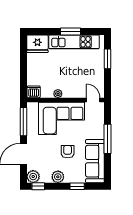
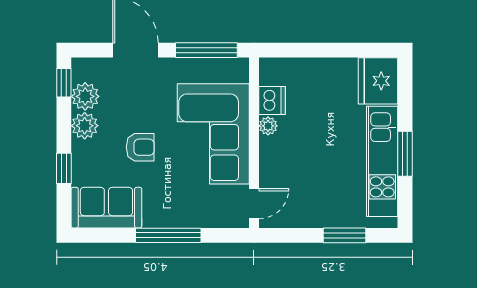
dishwasher: (34, 92) -> (272, 101), moved
sofa: (95, 161) -> (106, 208), width x0.73
plant: (33, 177) -> (85, 96), moved

